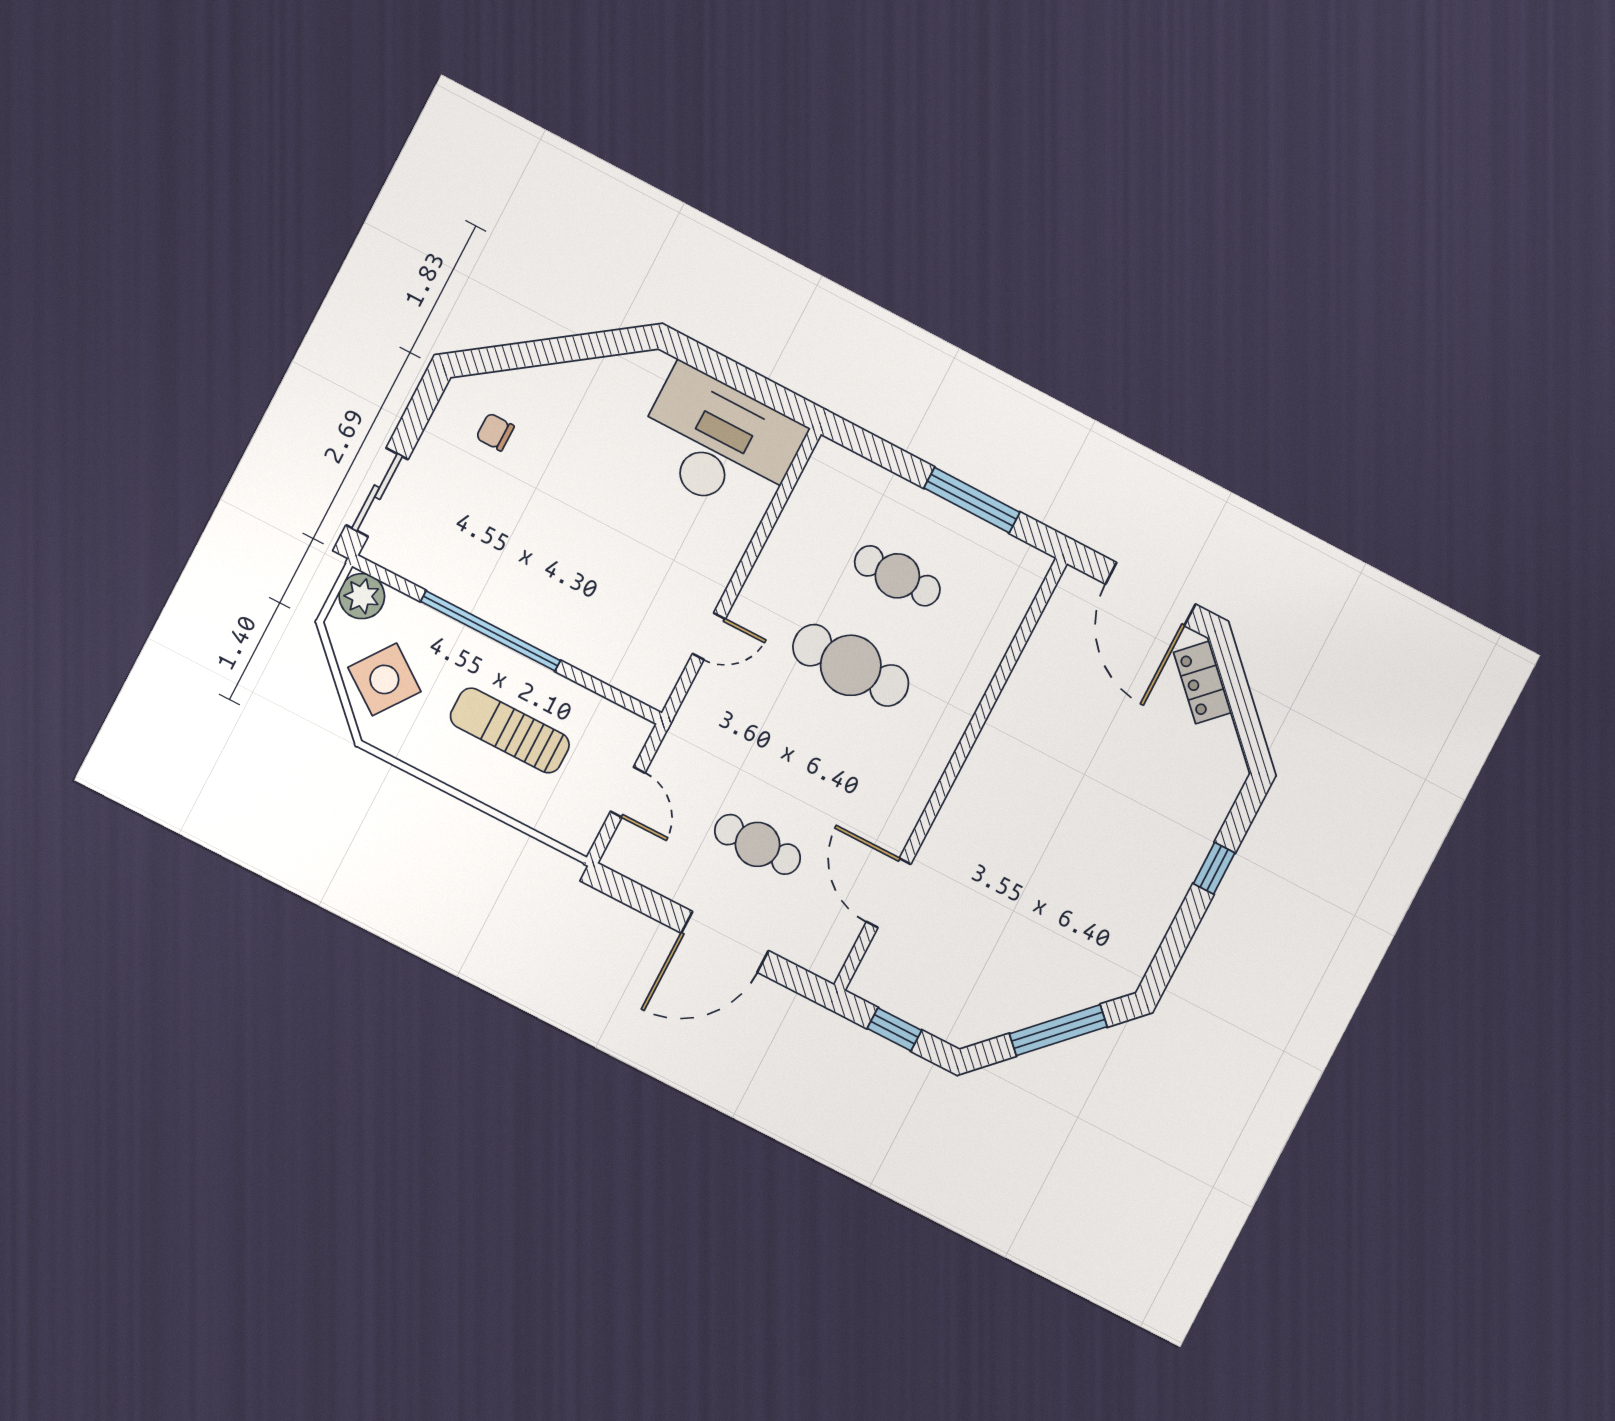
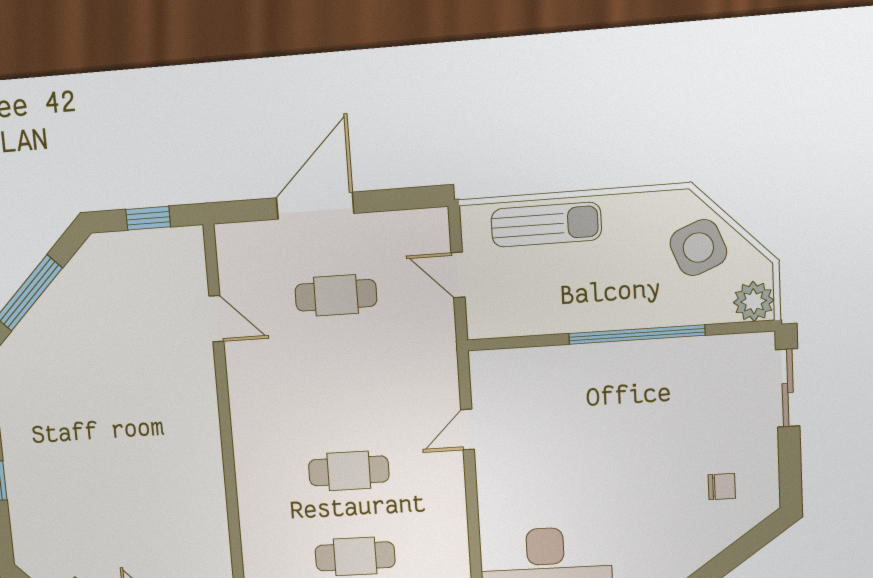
cafe table: (851, 665) -> (349, 471), width x0.73, depth x0.74
side table: (384, 679) -> (698, 248), turned 32
sun lounger: (510, 730) -> (546, 225), moved
door: (889, 893) -> (216, 319), width x0.73

